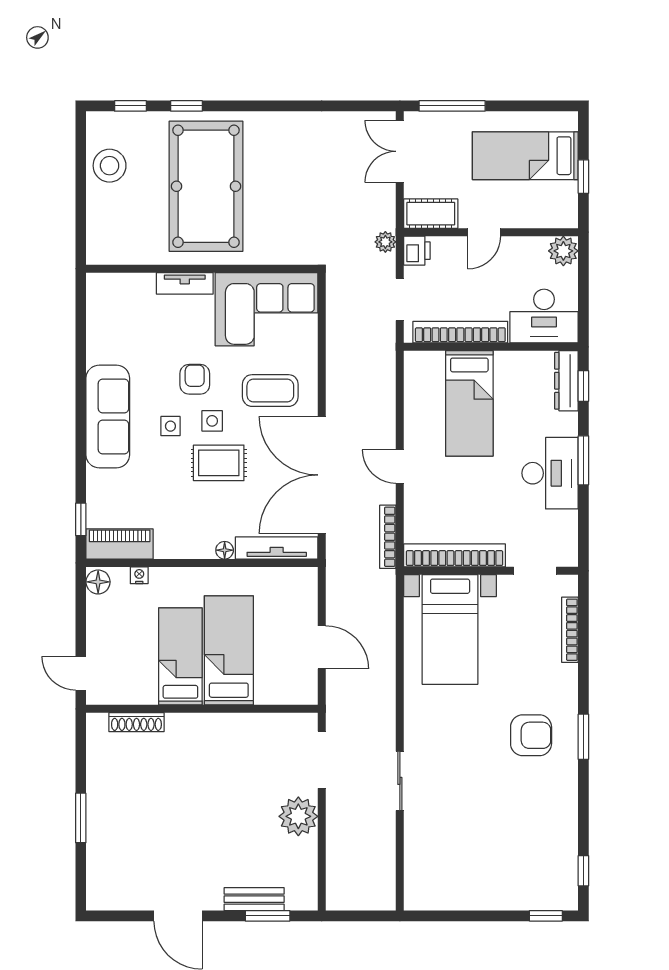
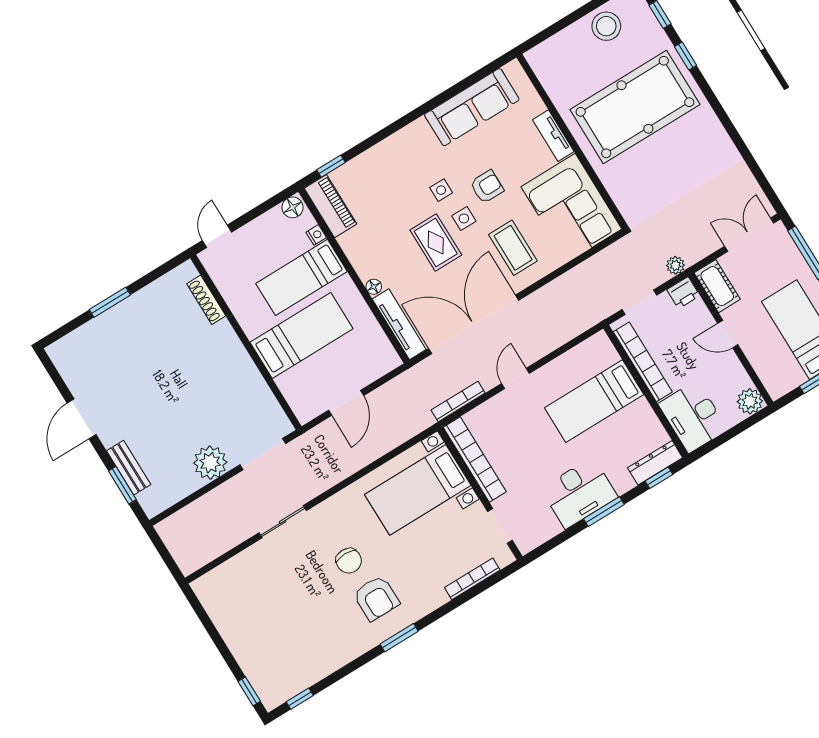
sofa: (108, 417) -> (472, 107), moved
bed: (180, 656) -> (302, 277), moved, turned 180
chair: (478, 740) -> (349, 561), added

